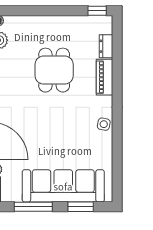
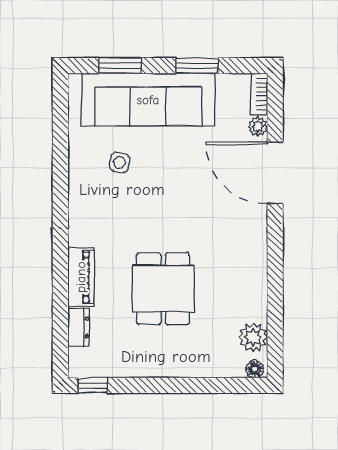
side table: (104, 124) -> (120, 163), moved
window: (33, 207) -> (197, 66), width x0.69

